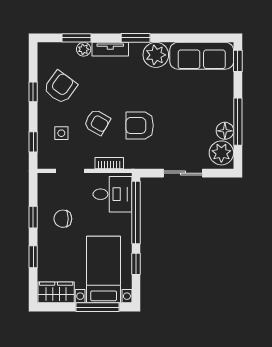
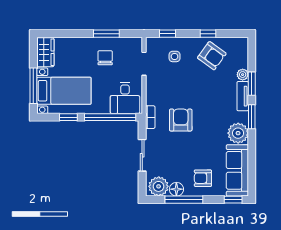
window: (76, 38) -> (252, 84), moved
armchair: (97, 122) -> (203, 178), moved, turned 60
bookcase: (109, 163) -> (150, 117), moved
window: (33, 217) -> (106, 34), width x1.50
window: (33, 257) -> (74, 34), removed

